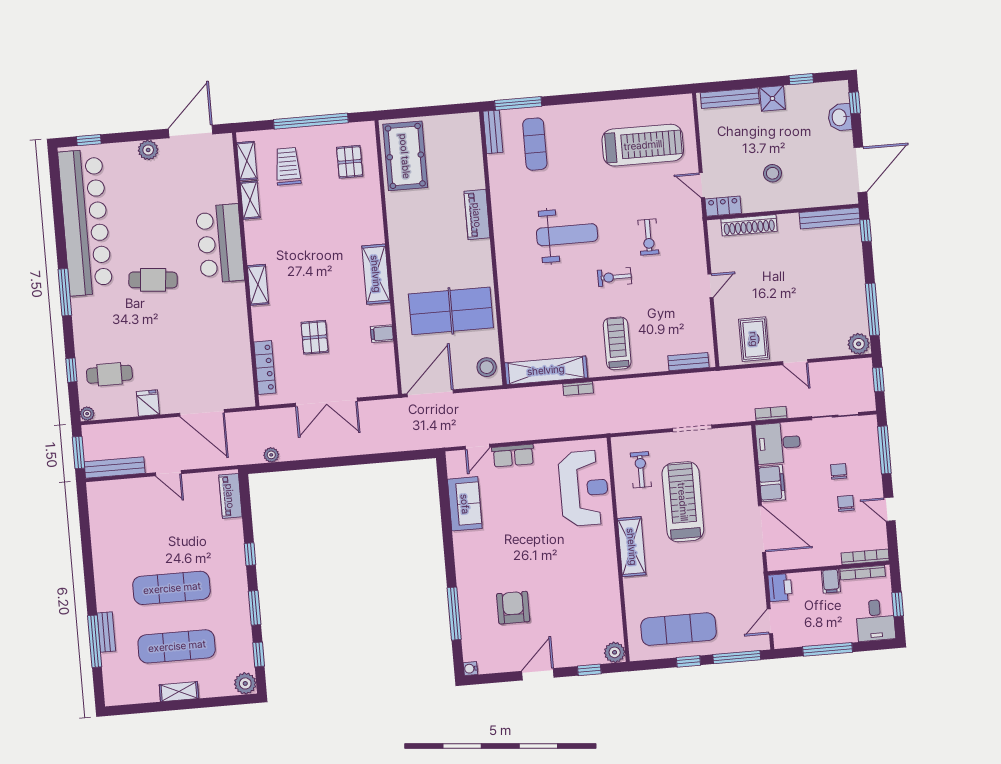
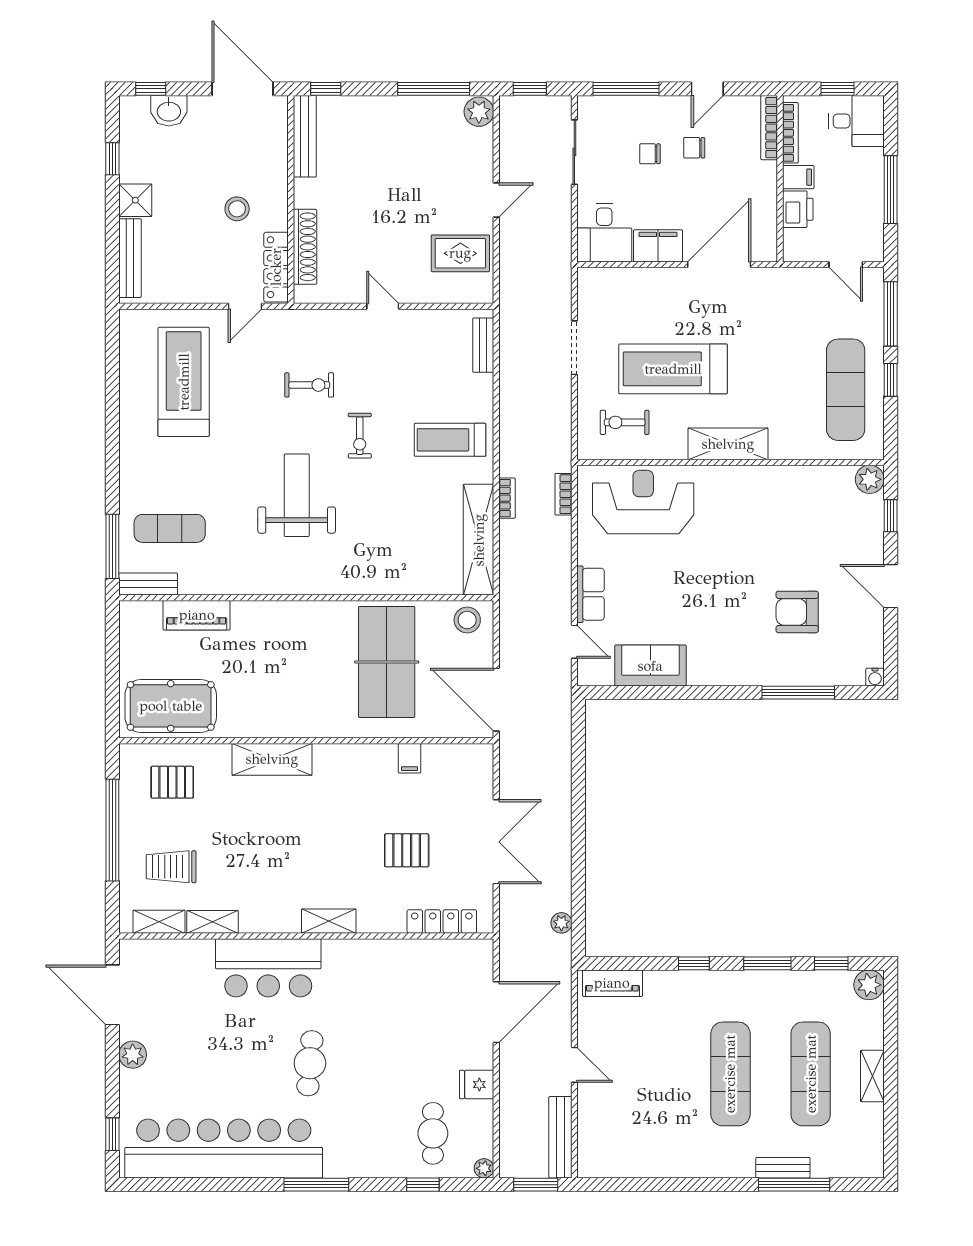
locker: (723, 206) -> (276, 267), width x1.53
piano: (477, 215) -> (197, 615), moved
shelving: (376, 274) -> (272, 759), moved
bookcase: (771, 413) -> (563, 494), moved
door: (168, 473) -> (574, 1065), hinge flipped
printer: (780, 588) -> (798, 209), moved, turned 90

